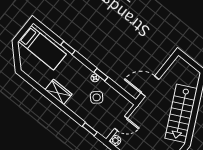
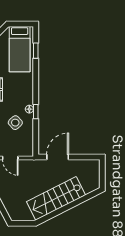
window: (68, 48) -> (36, 51), moved
door: (150, 86) -> (58, 157), hinge flipped

